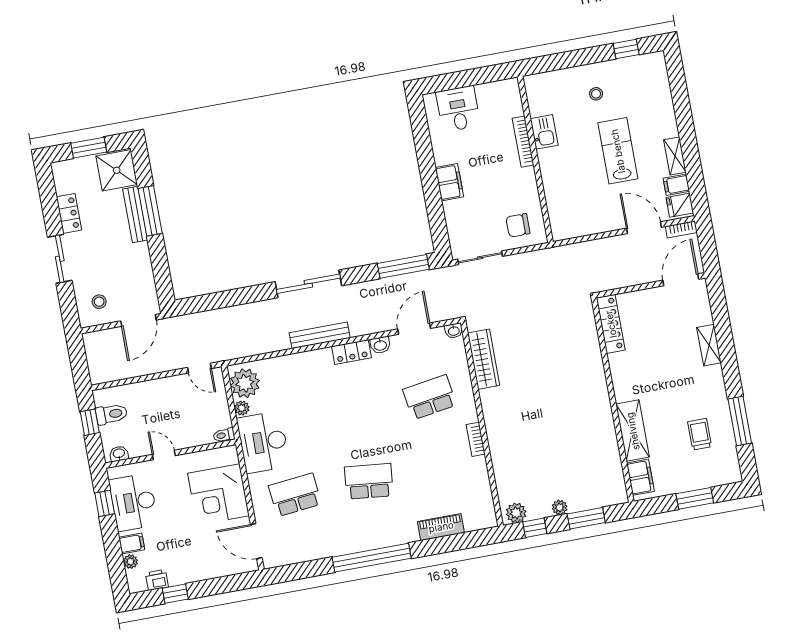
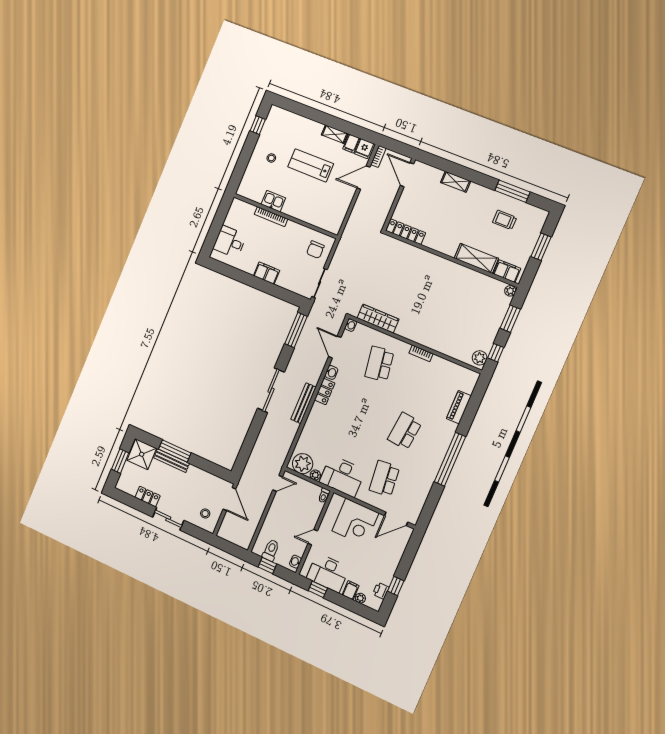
plant: (560, 508) -> (510, 291), moved

